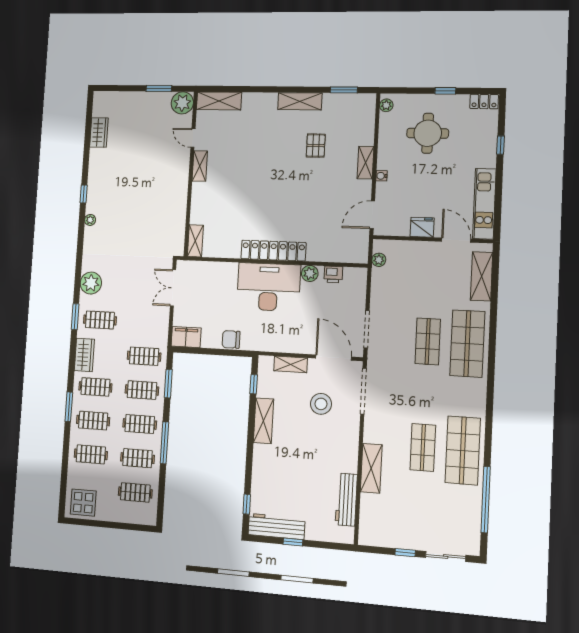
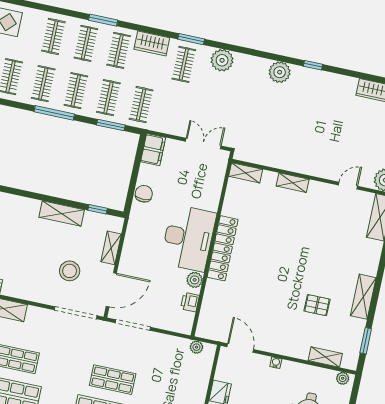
shelving: (365, 163) -> (325, 357), moved
shelving: (200, 166) -> (293, 183), moved
plant: (90, 220) -> (280, 72), width x1.87, depth x1.87

